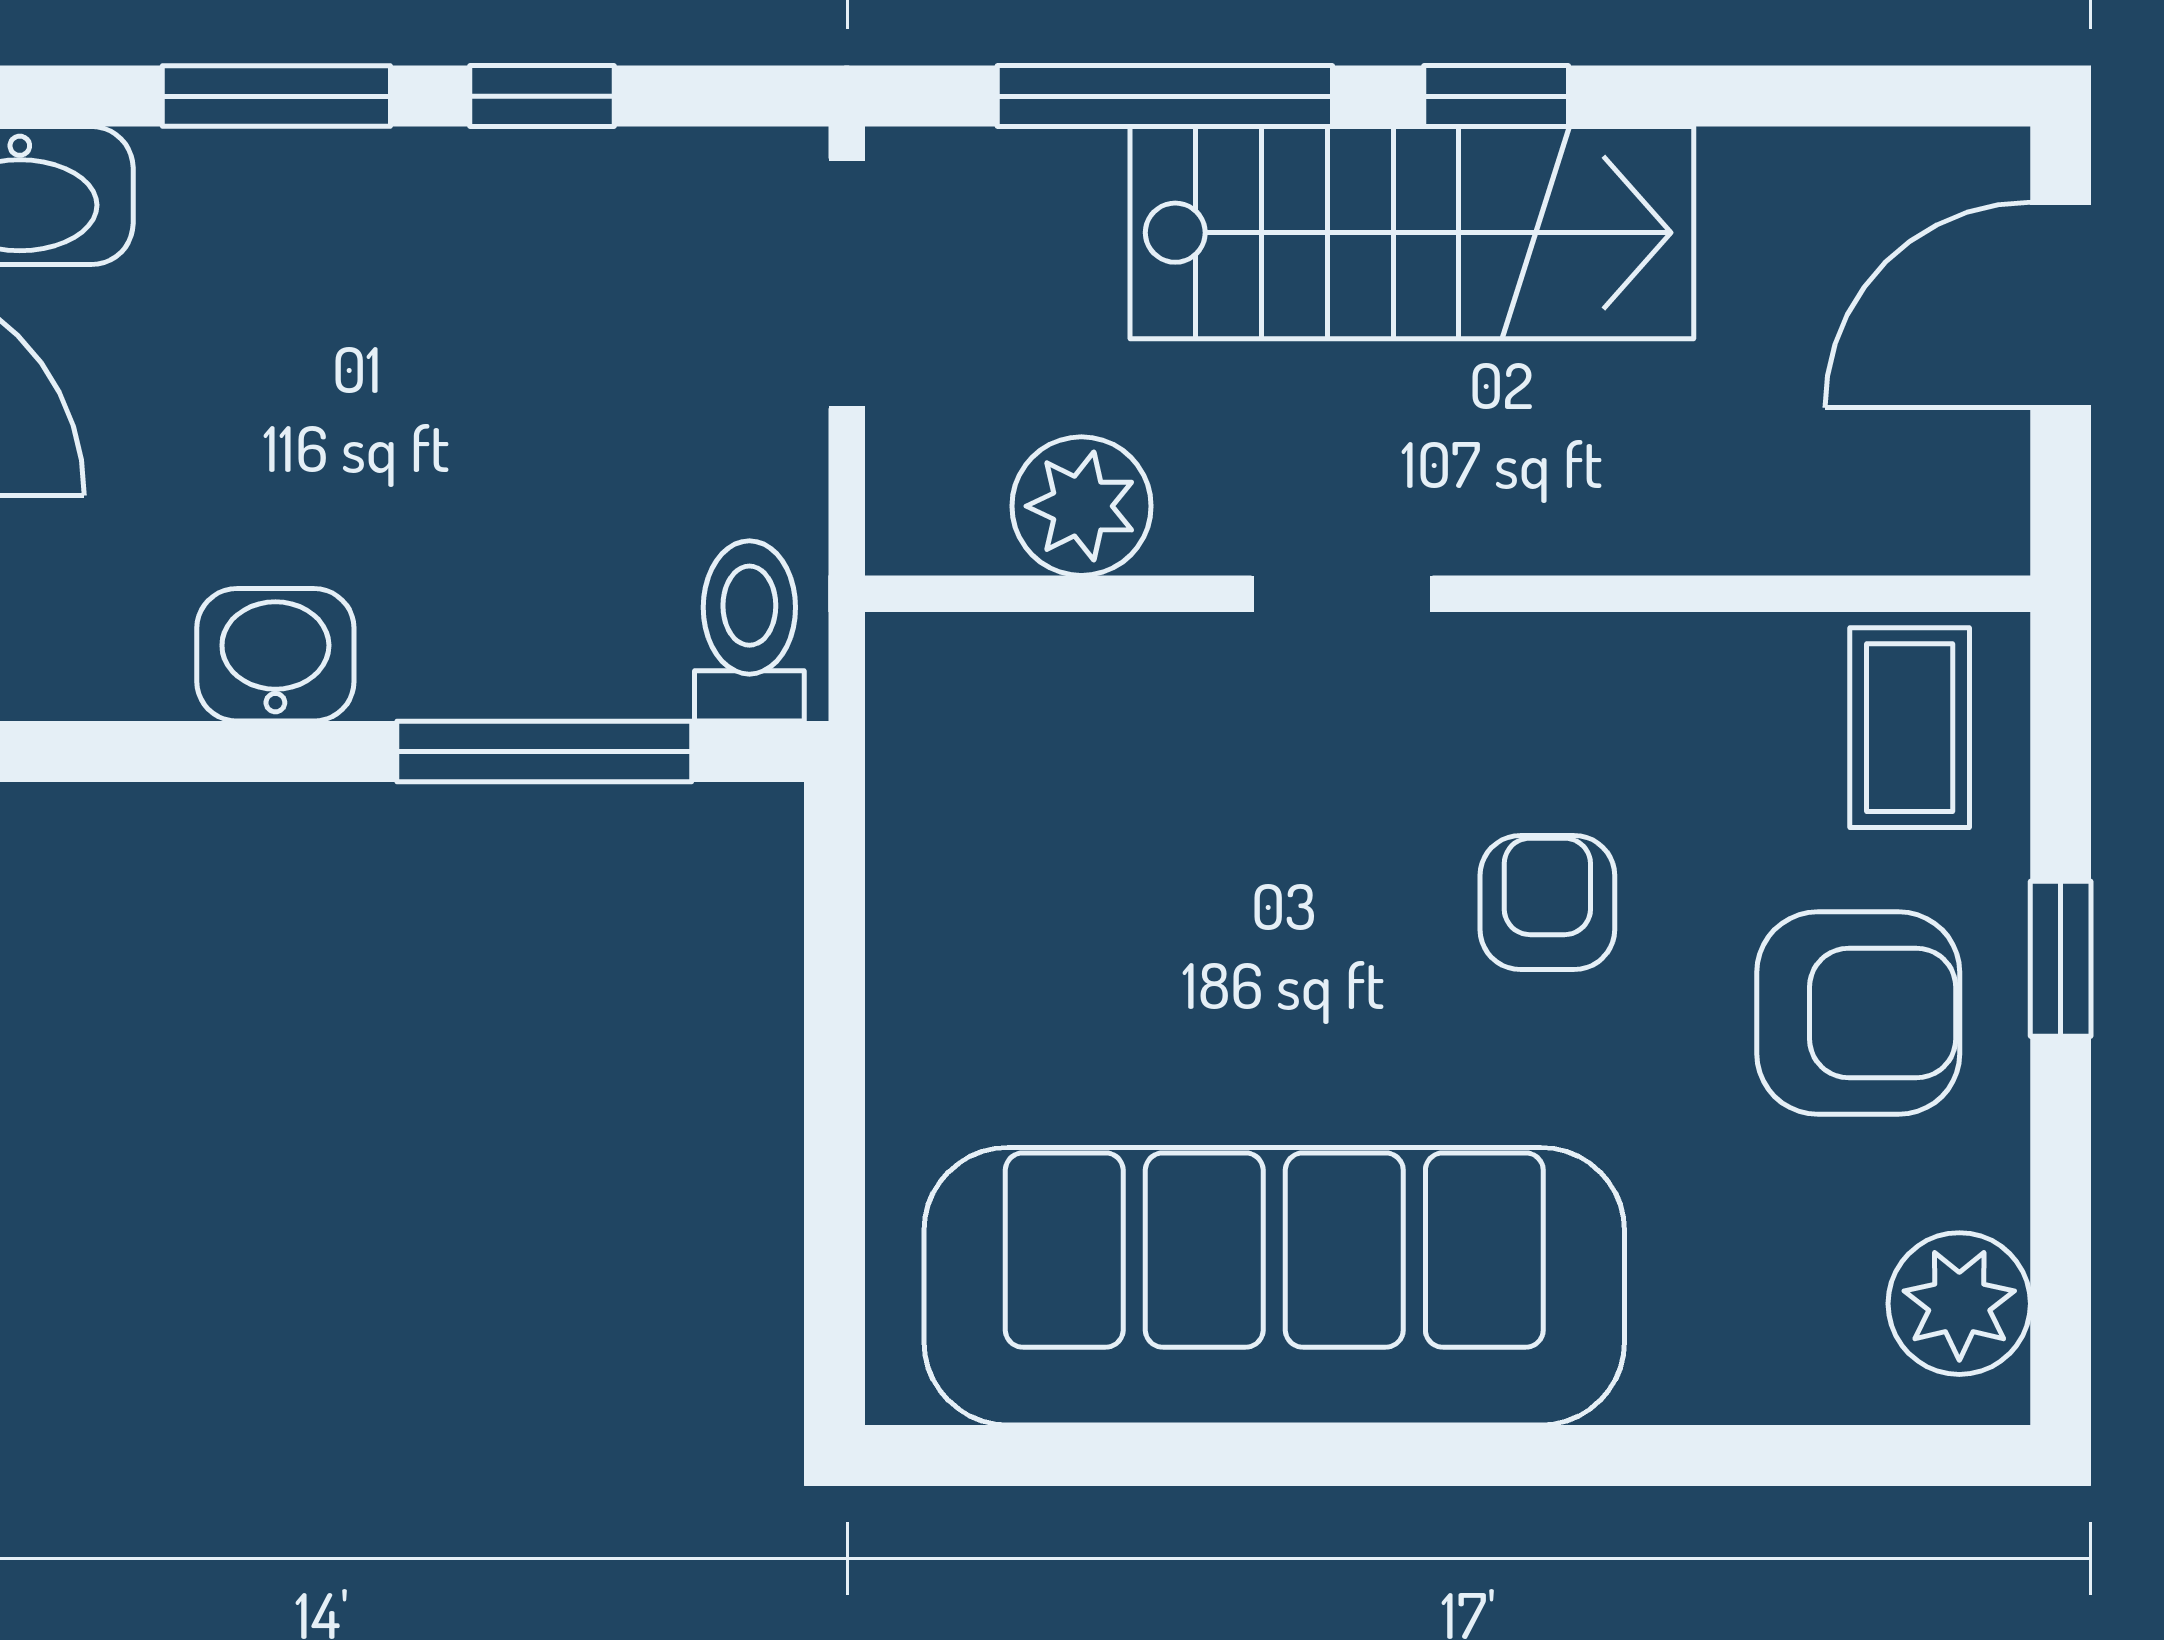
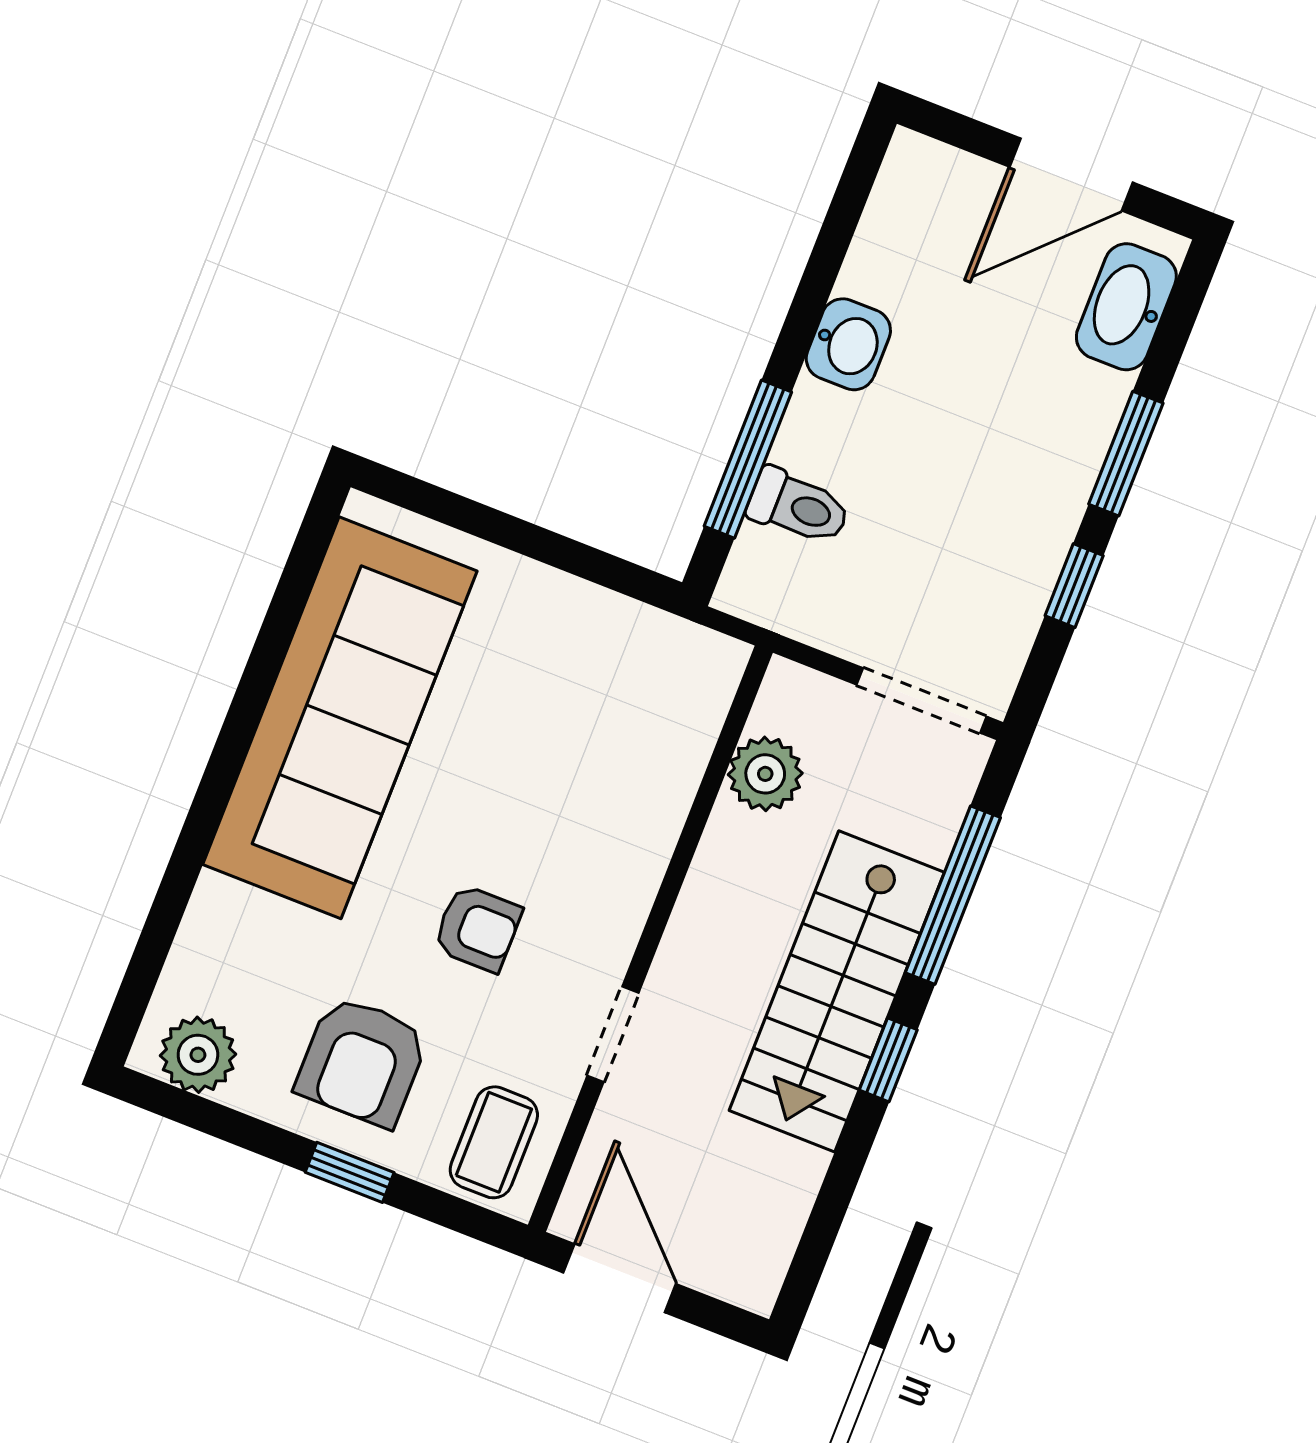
door: (2061, 305) -> (620, 1278), moved
doorway: (1342, 594) -> (613, 1034), moved
toilet: (749, 631) -> (798, 507), moved
coffee table: (1910, 728) -> (494, 1142), turned 90

